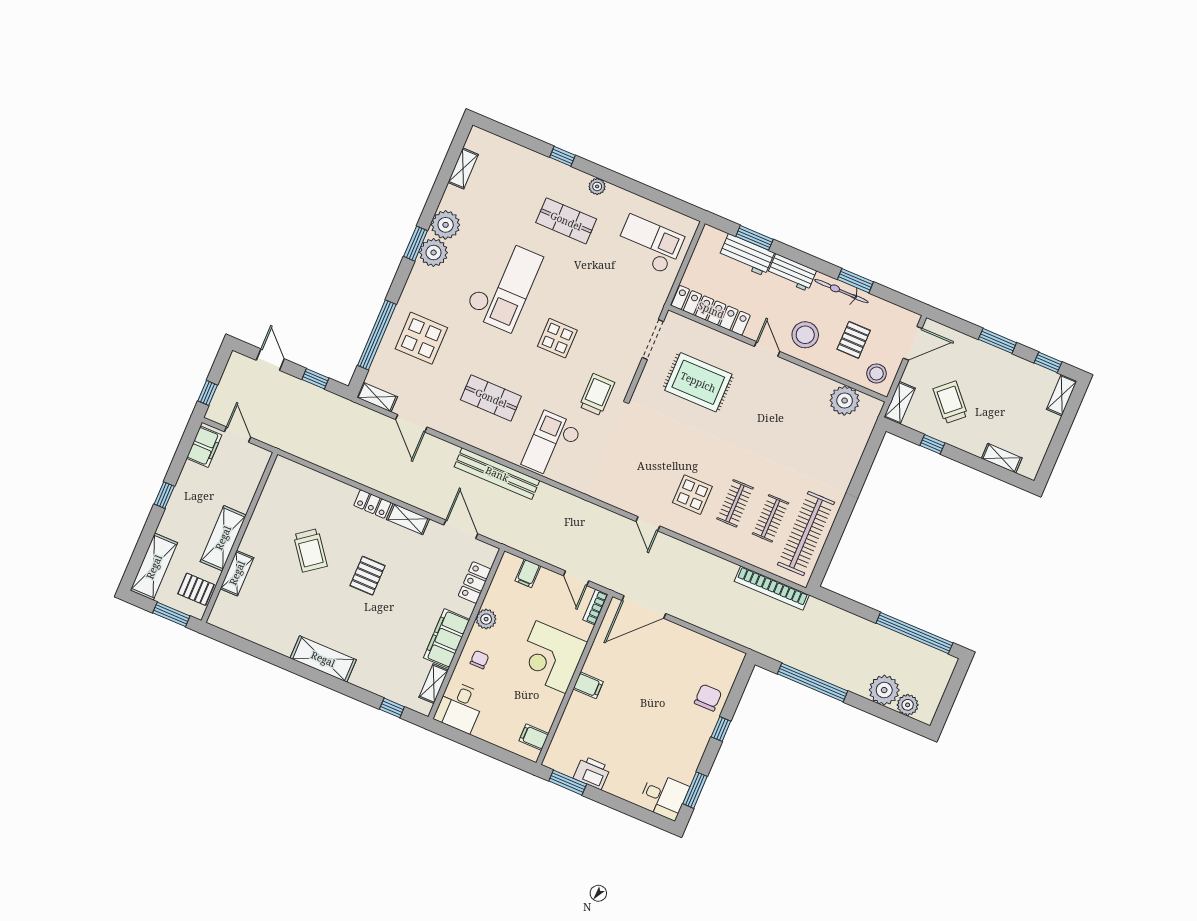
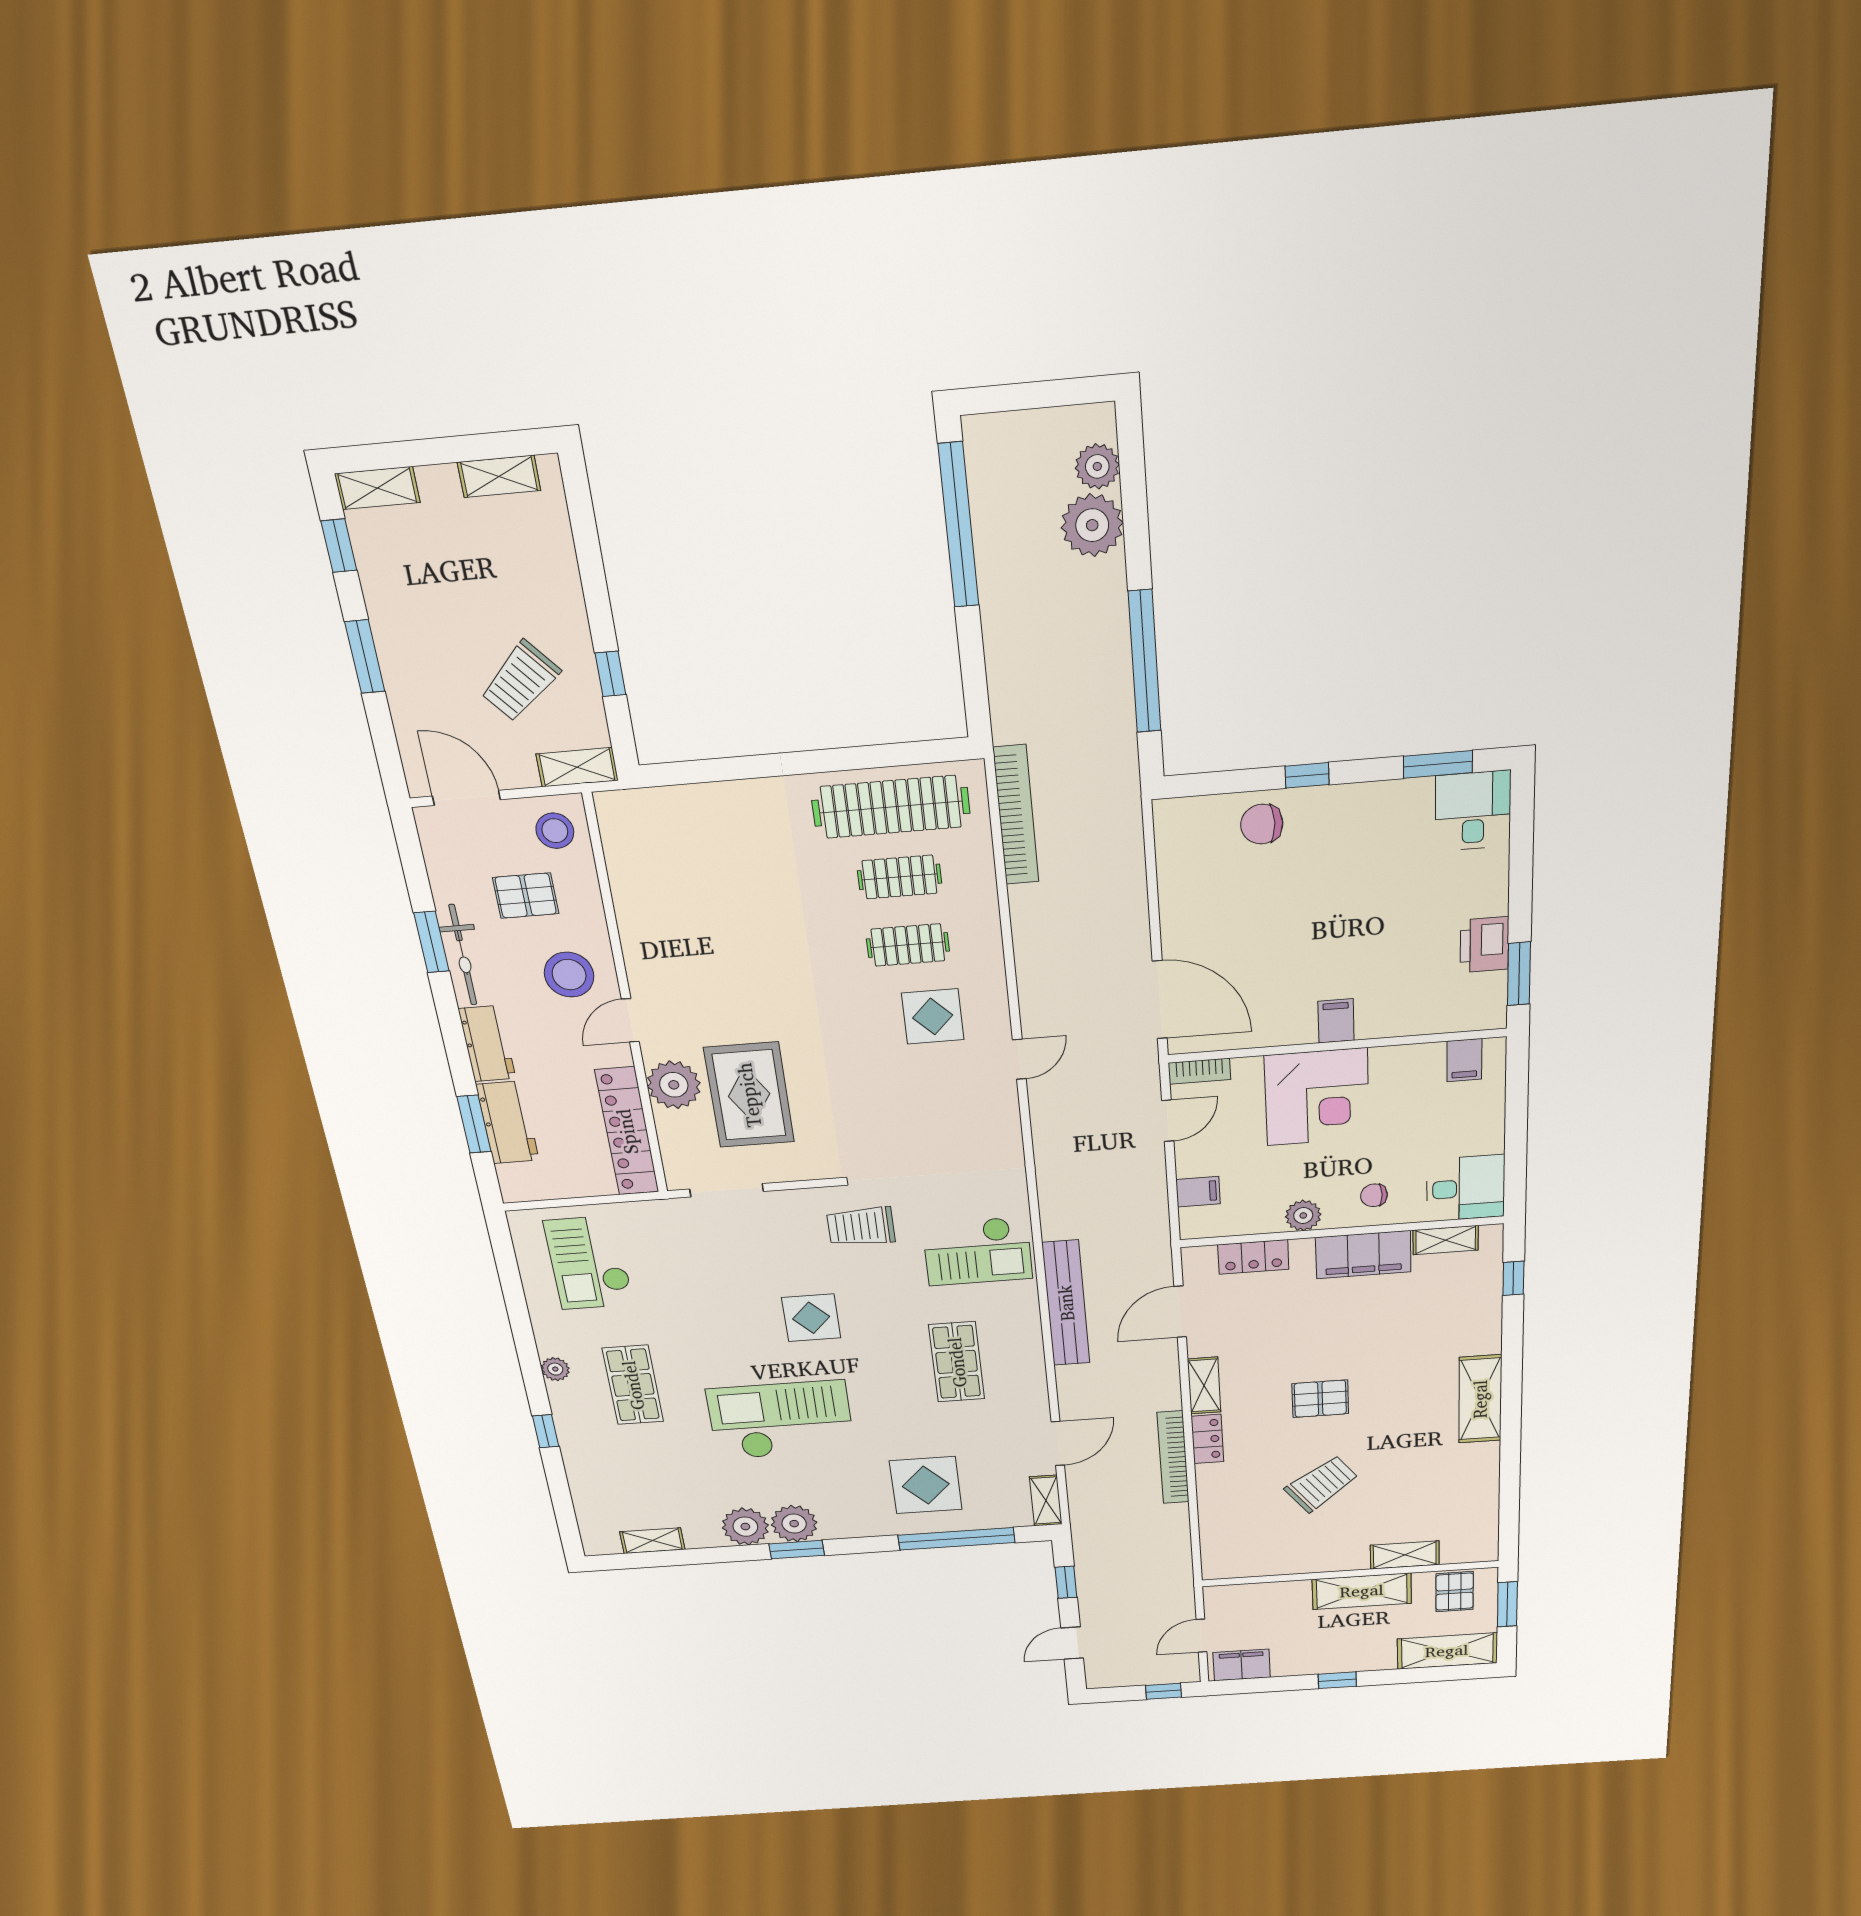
plant: (845, 401) -> (674, 1085), moved
shelving: (1002, 458) -> (499, 476), moved, turned 90
bookcase: (370, 480) -> (1173, 1457), added

